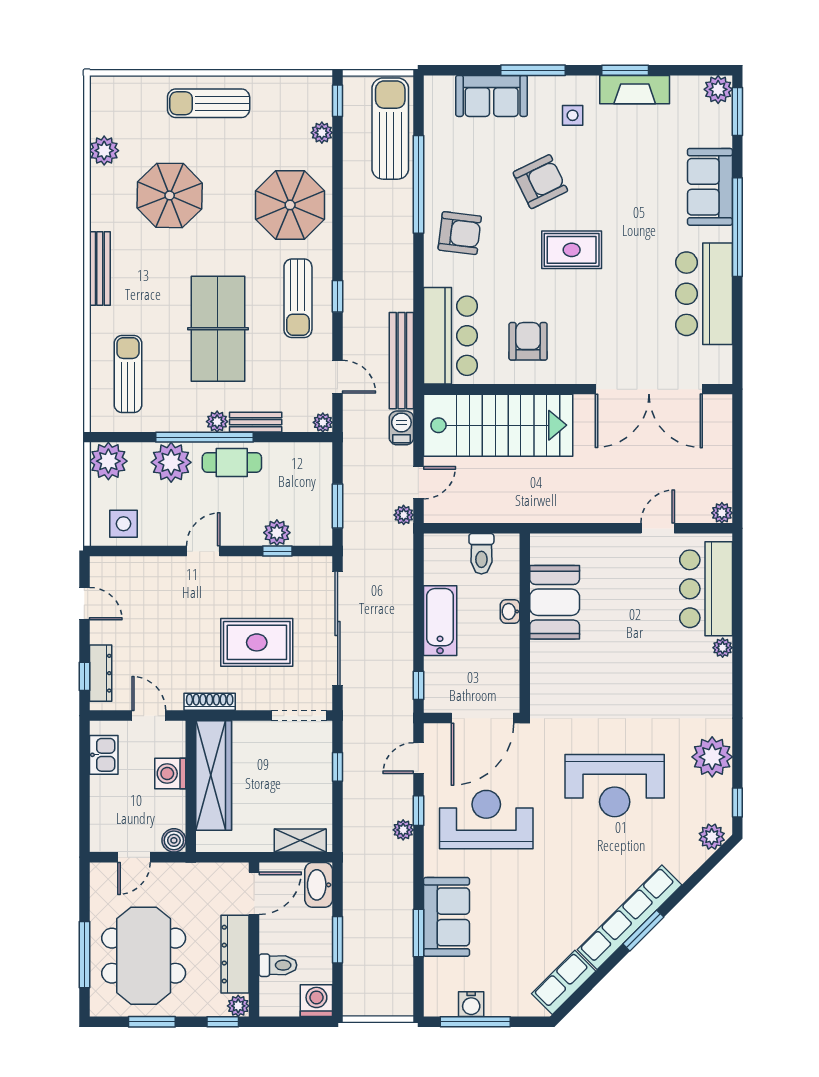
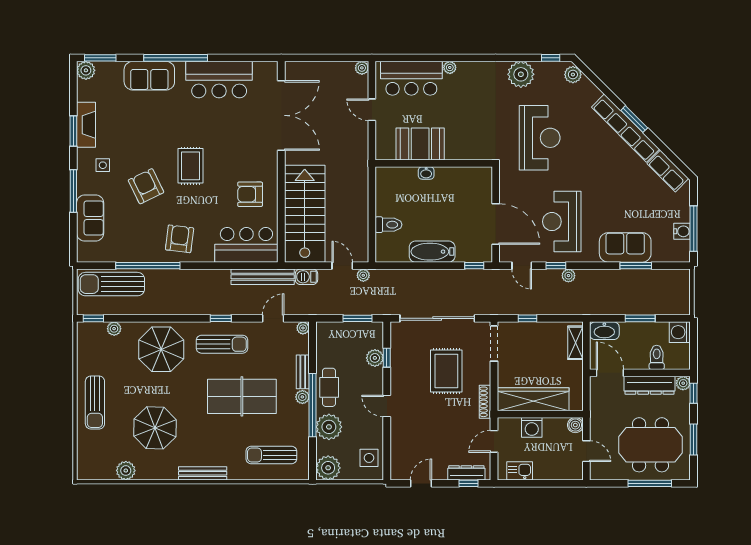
booth: (555, 602) -> (420, 144), moved
washbasin: (510, 611) -> (426, 173), moved
wall: (525, 623) -> (434, 163), moved

